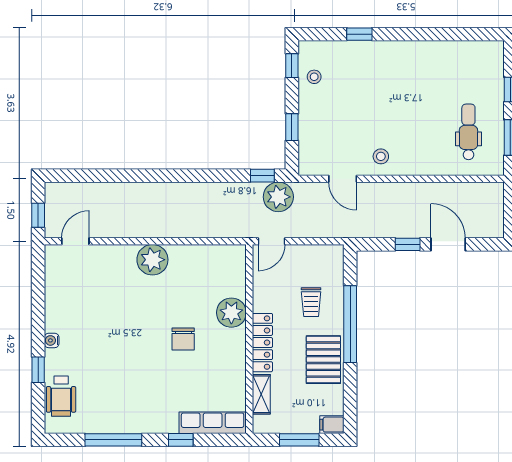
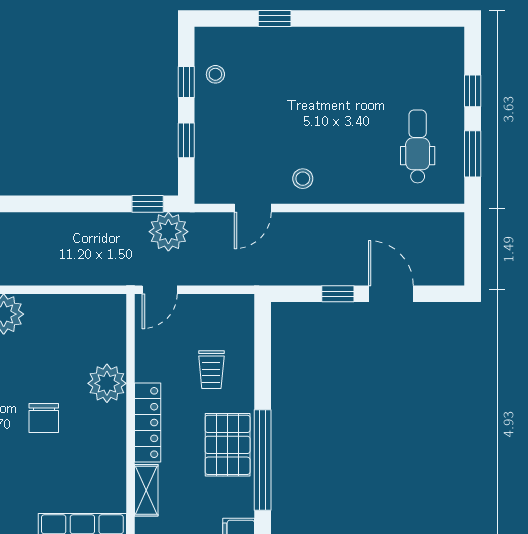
window: (292, 66) -> (186, 82), moved
door: (343, 179) -> (253, 208), hinge flipped
window: (350, 324) -> (263, 460), moved

